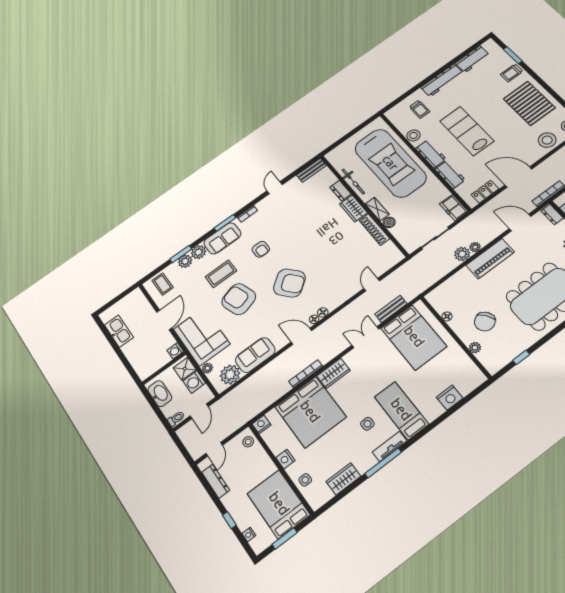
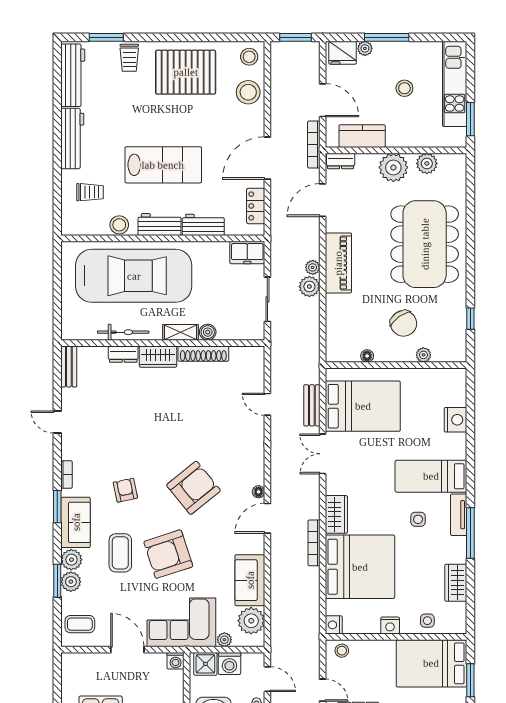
workbench: (472, 59) -> (73, 75), width x1.38
lab bench: (467, 131) -> (163, 165), turned 180
armchair: (261, 249) -> (125, 490), turned -102
floor lamp: (323, 312) -> (258, 477), removed

